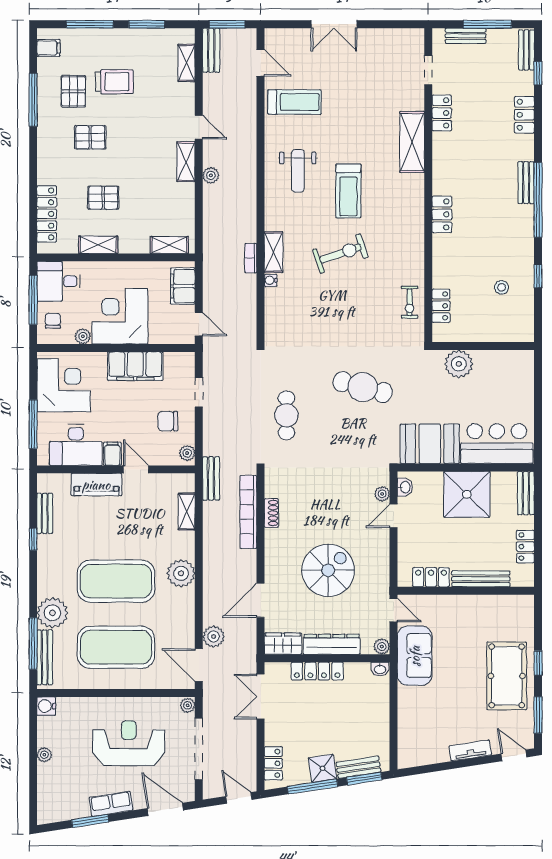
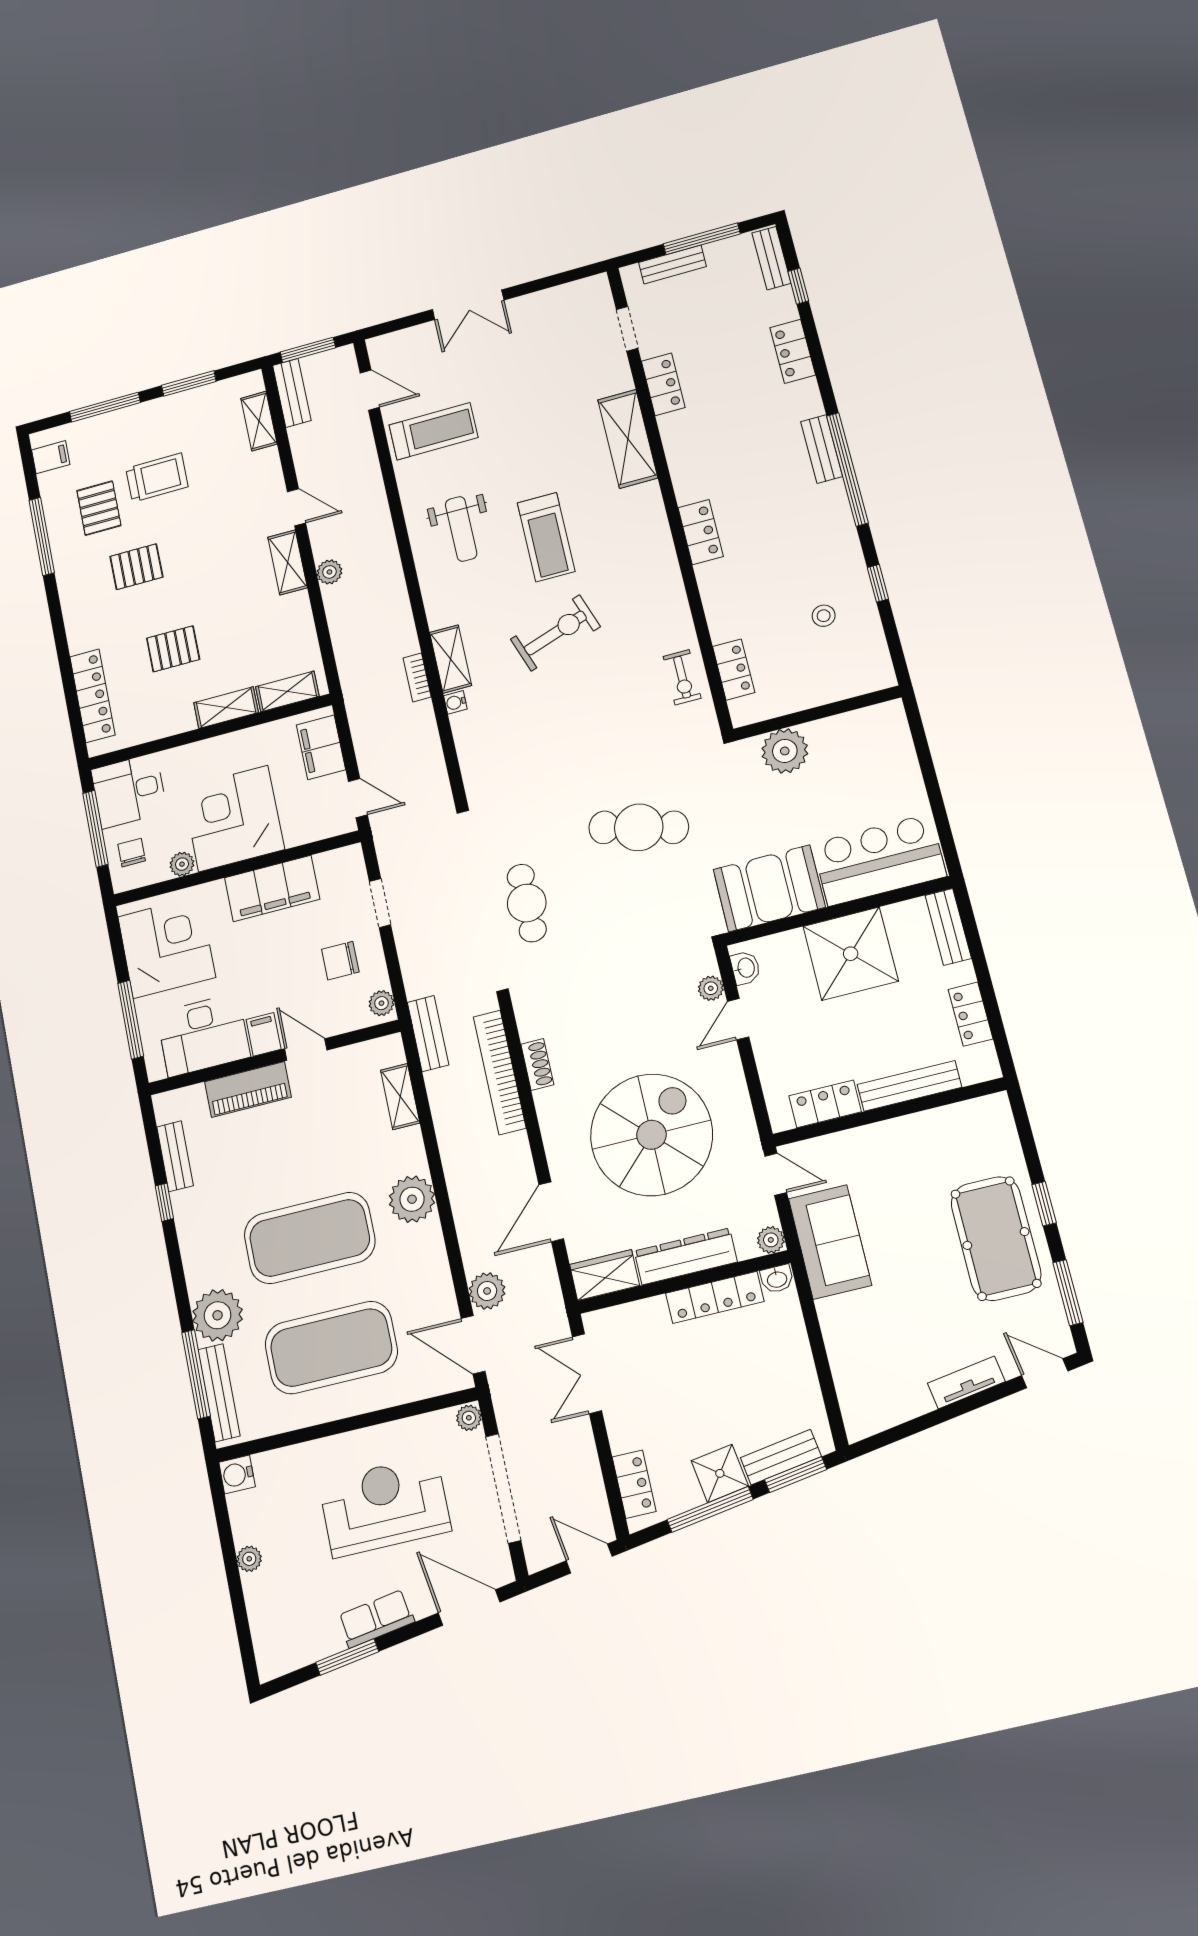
shelving: (98, 245) -> (226, 708), moved
spiral stairs: (328, 570) -> (651, 1135), width x1.37, depth x1.37
locker: (317, 671) -> (715, 1297), moved

